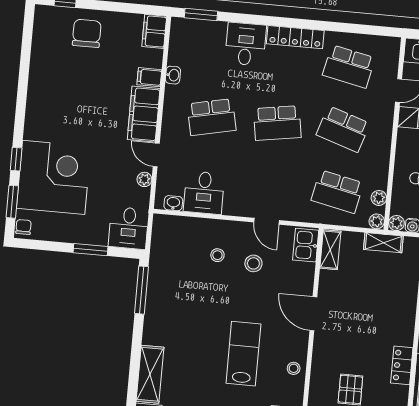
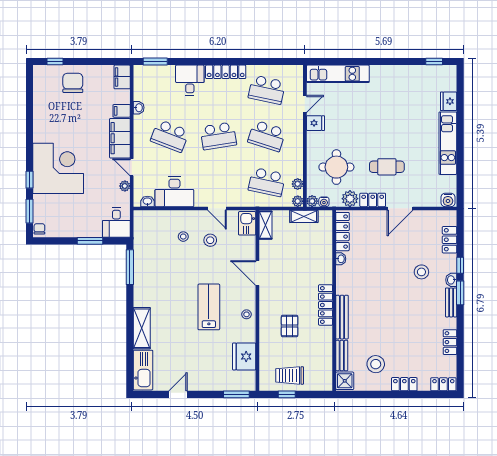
school desk: (212, 117) -> (170, 136), turned 33
corner desk: (54, 177) -> (58, 168), moved
desk: (204, 193) -> (174, 192), width x1.37
locker: (402, 365) -> (326, 305), width x1.53

